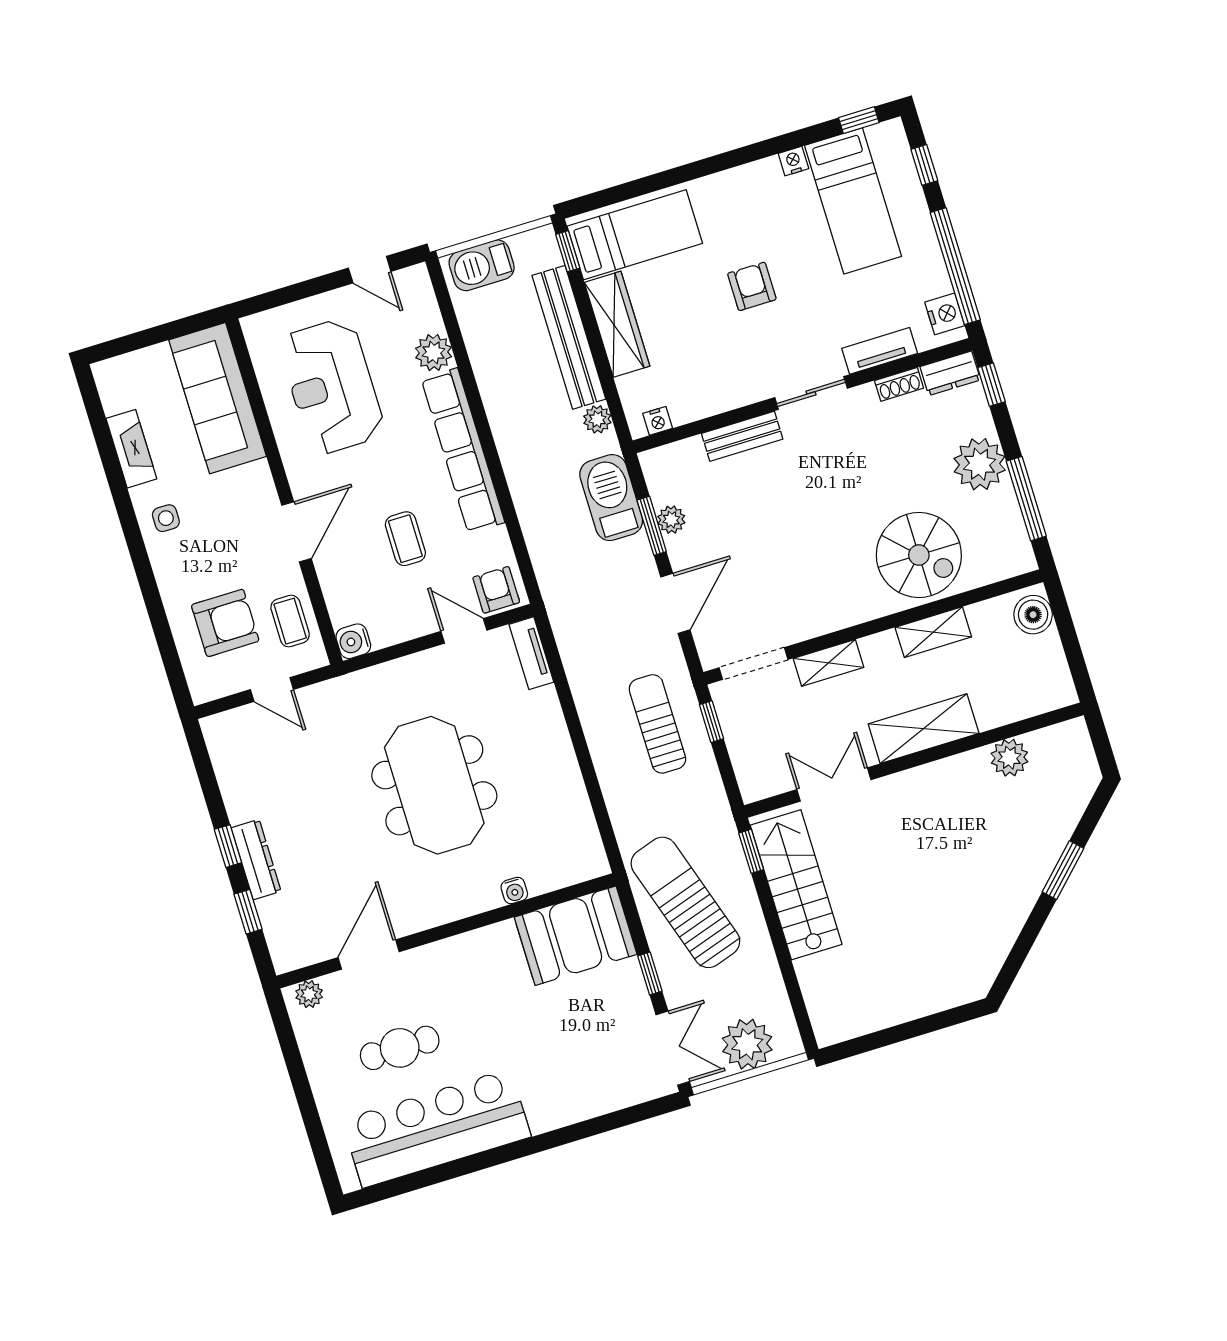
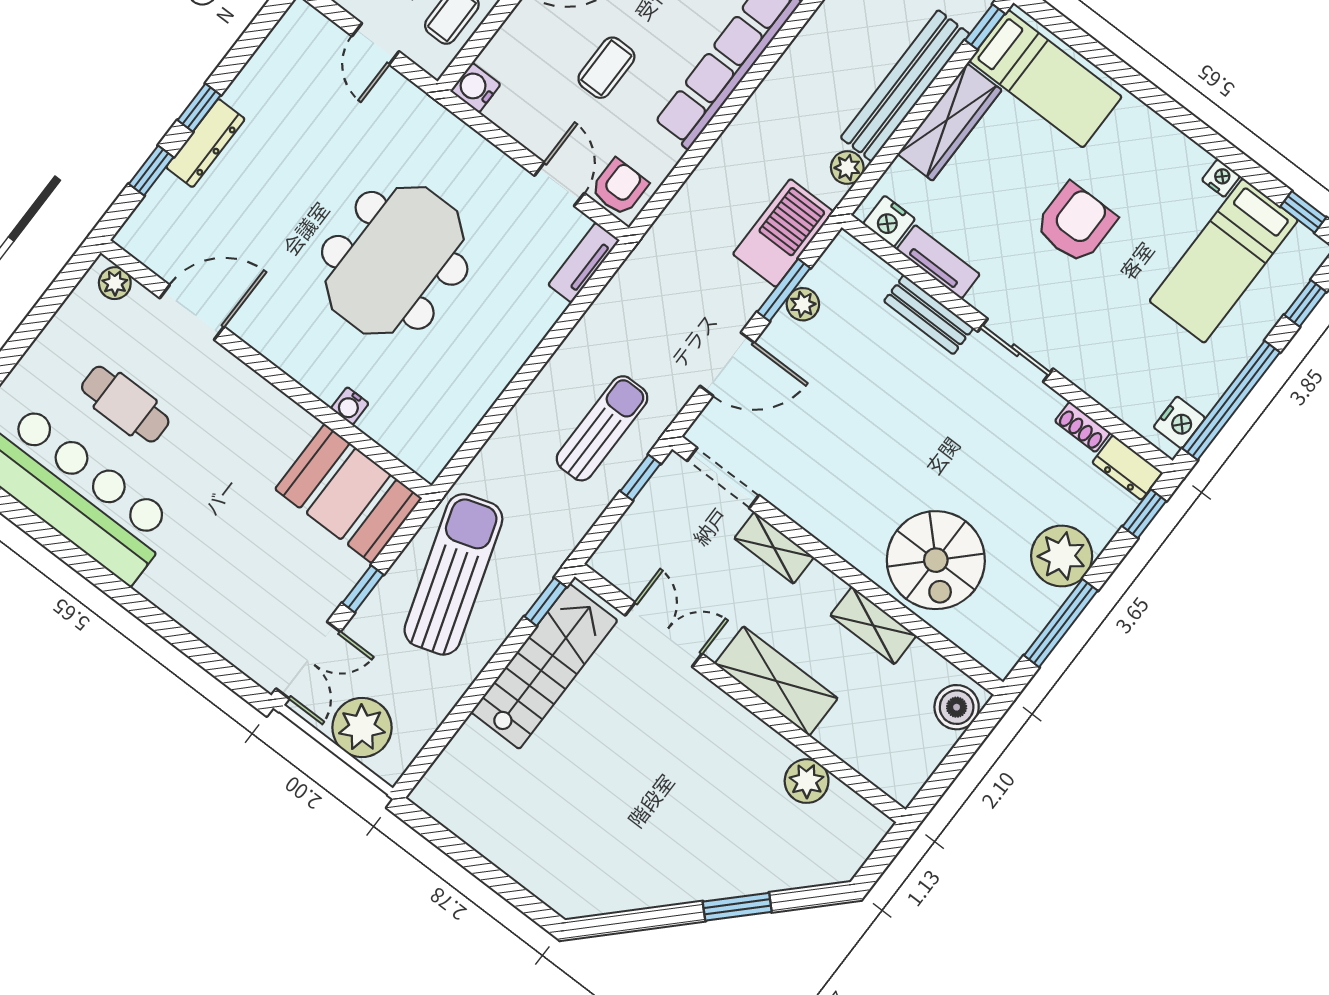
armchair: (752, 286) -> (1076, 223), width x1.38, depth x1.38
tv unit: (880, 351) -> (938, 262), moved
nightstand: (658, 421) -> (889, 221), width x1.39, depth x1.35

